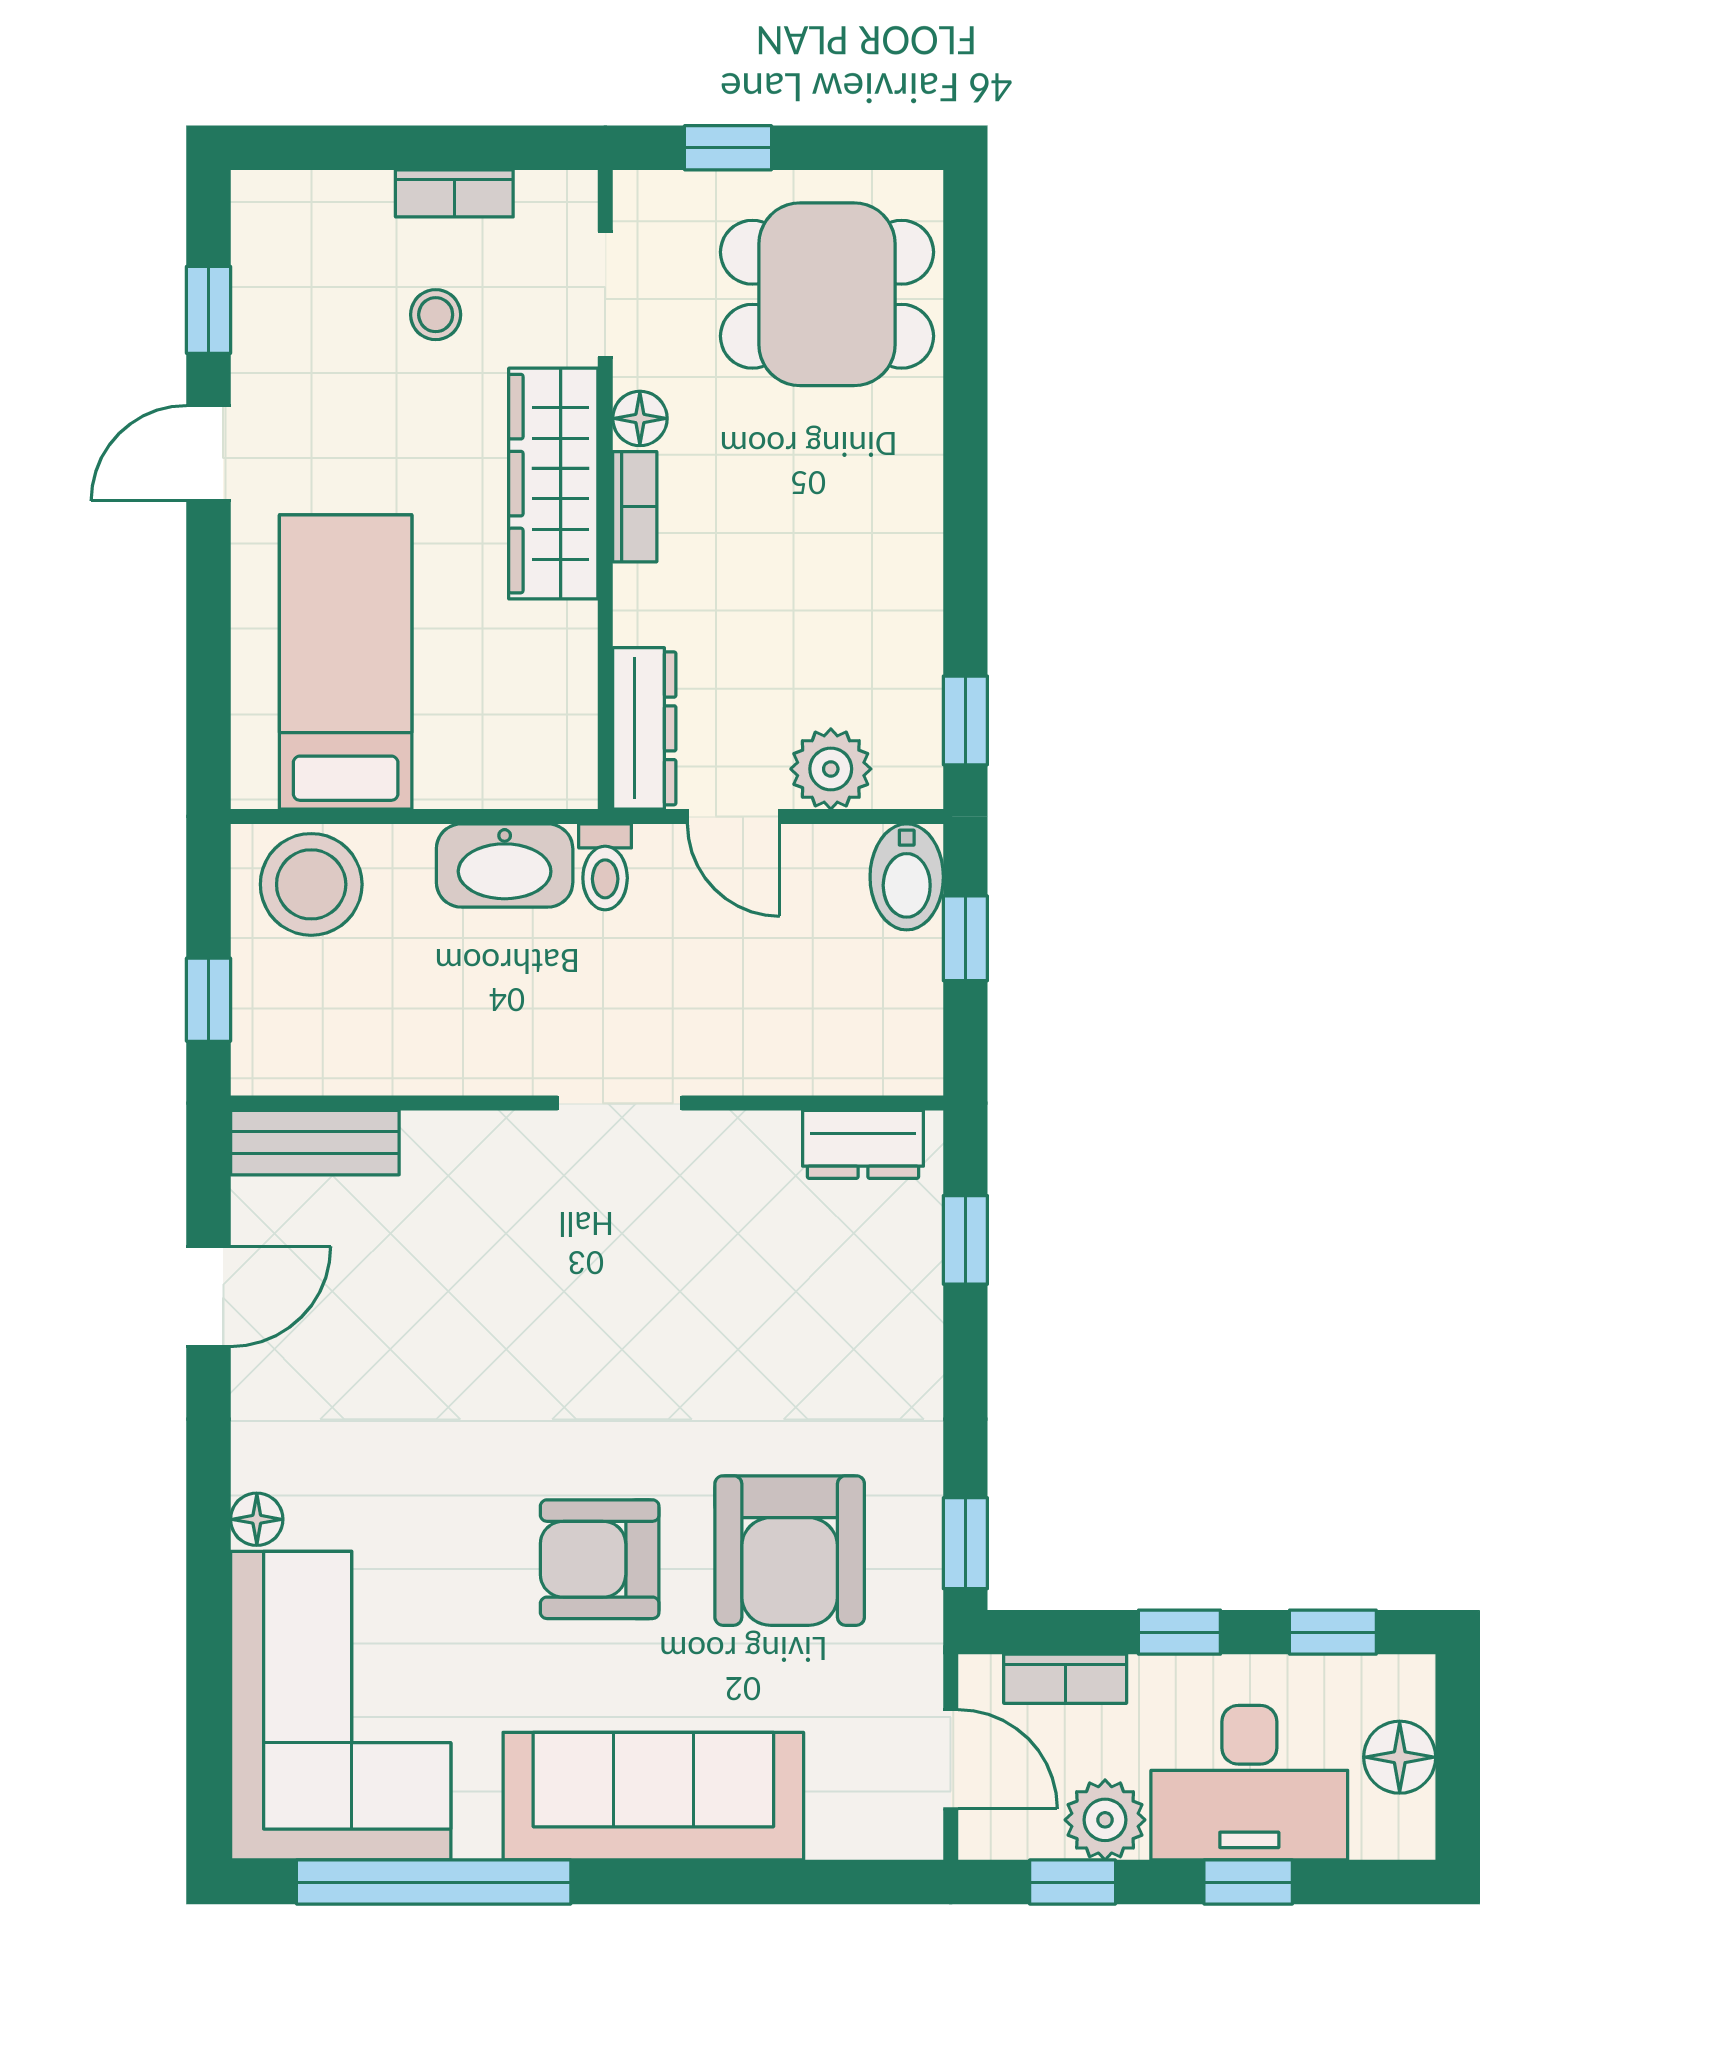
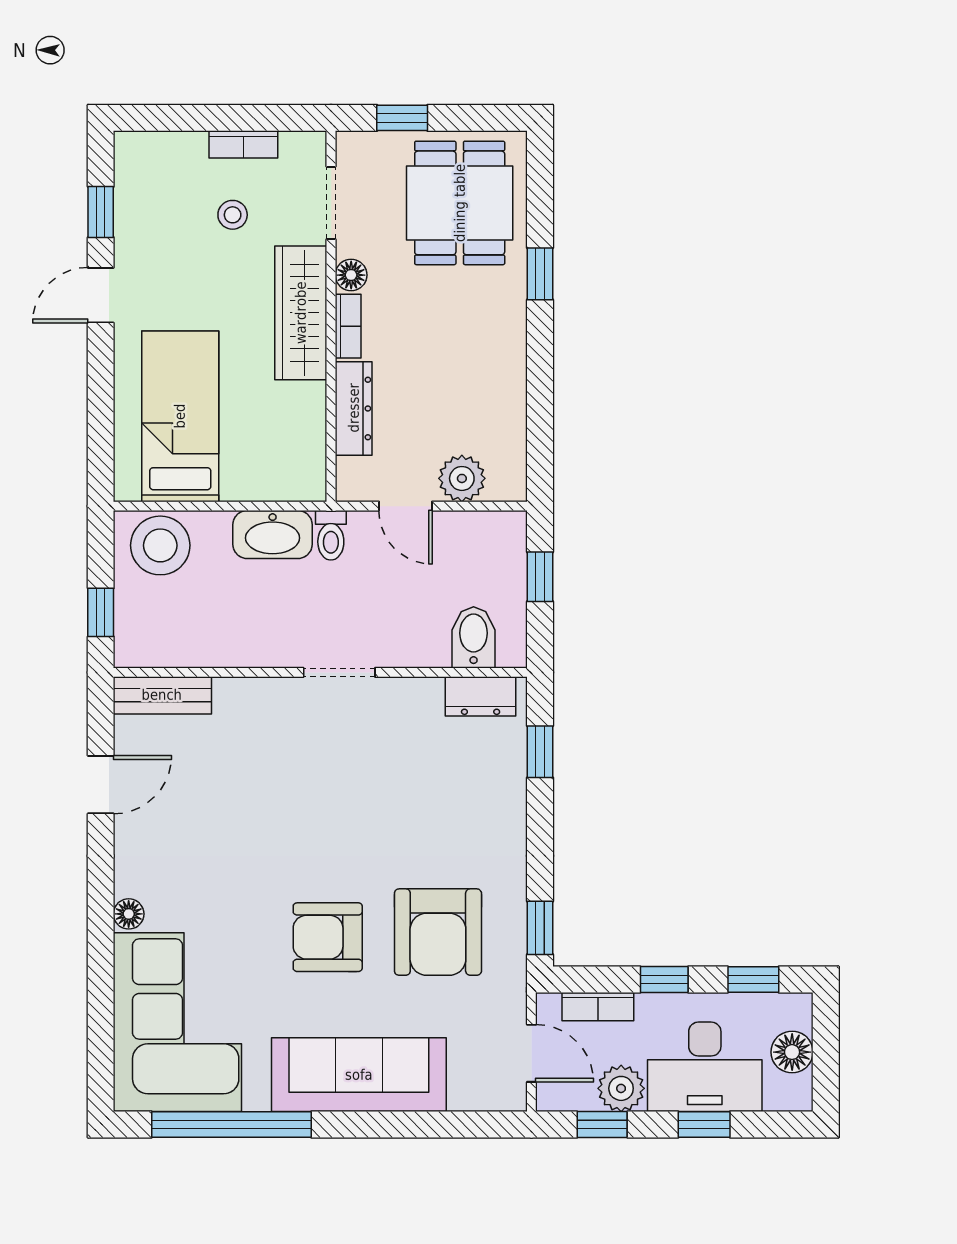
dining table: (827, 294) -> (460, 203), turned 90
window: (965, 720) -> (540, 274), moved
dresser: (644, 728) -> (354, 408), moved
bidet: (907, 877) -> (474, 637), moved, turned 180

